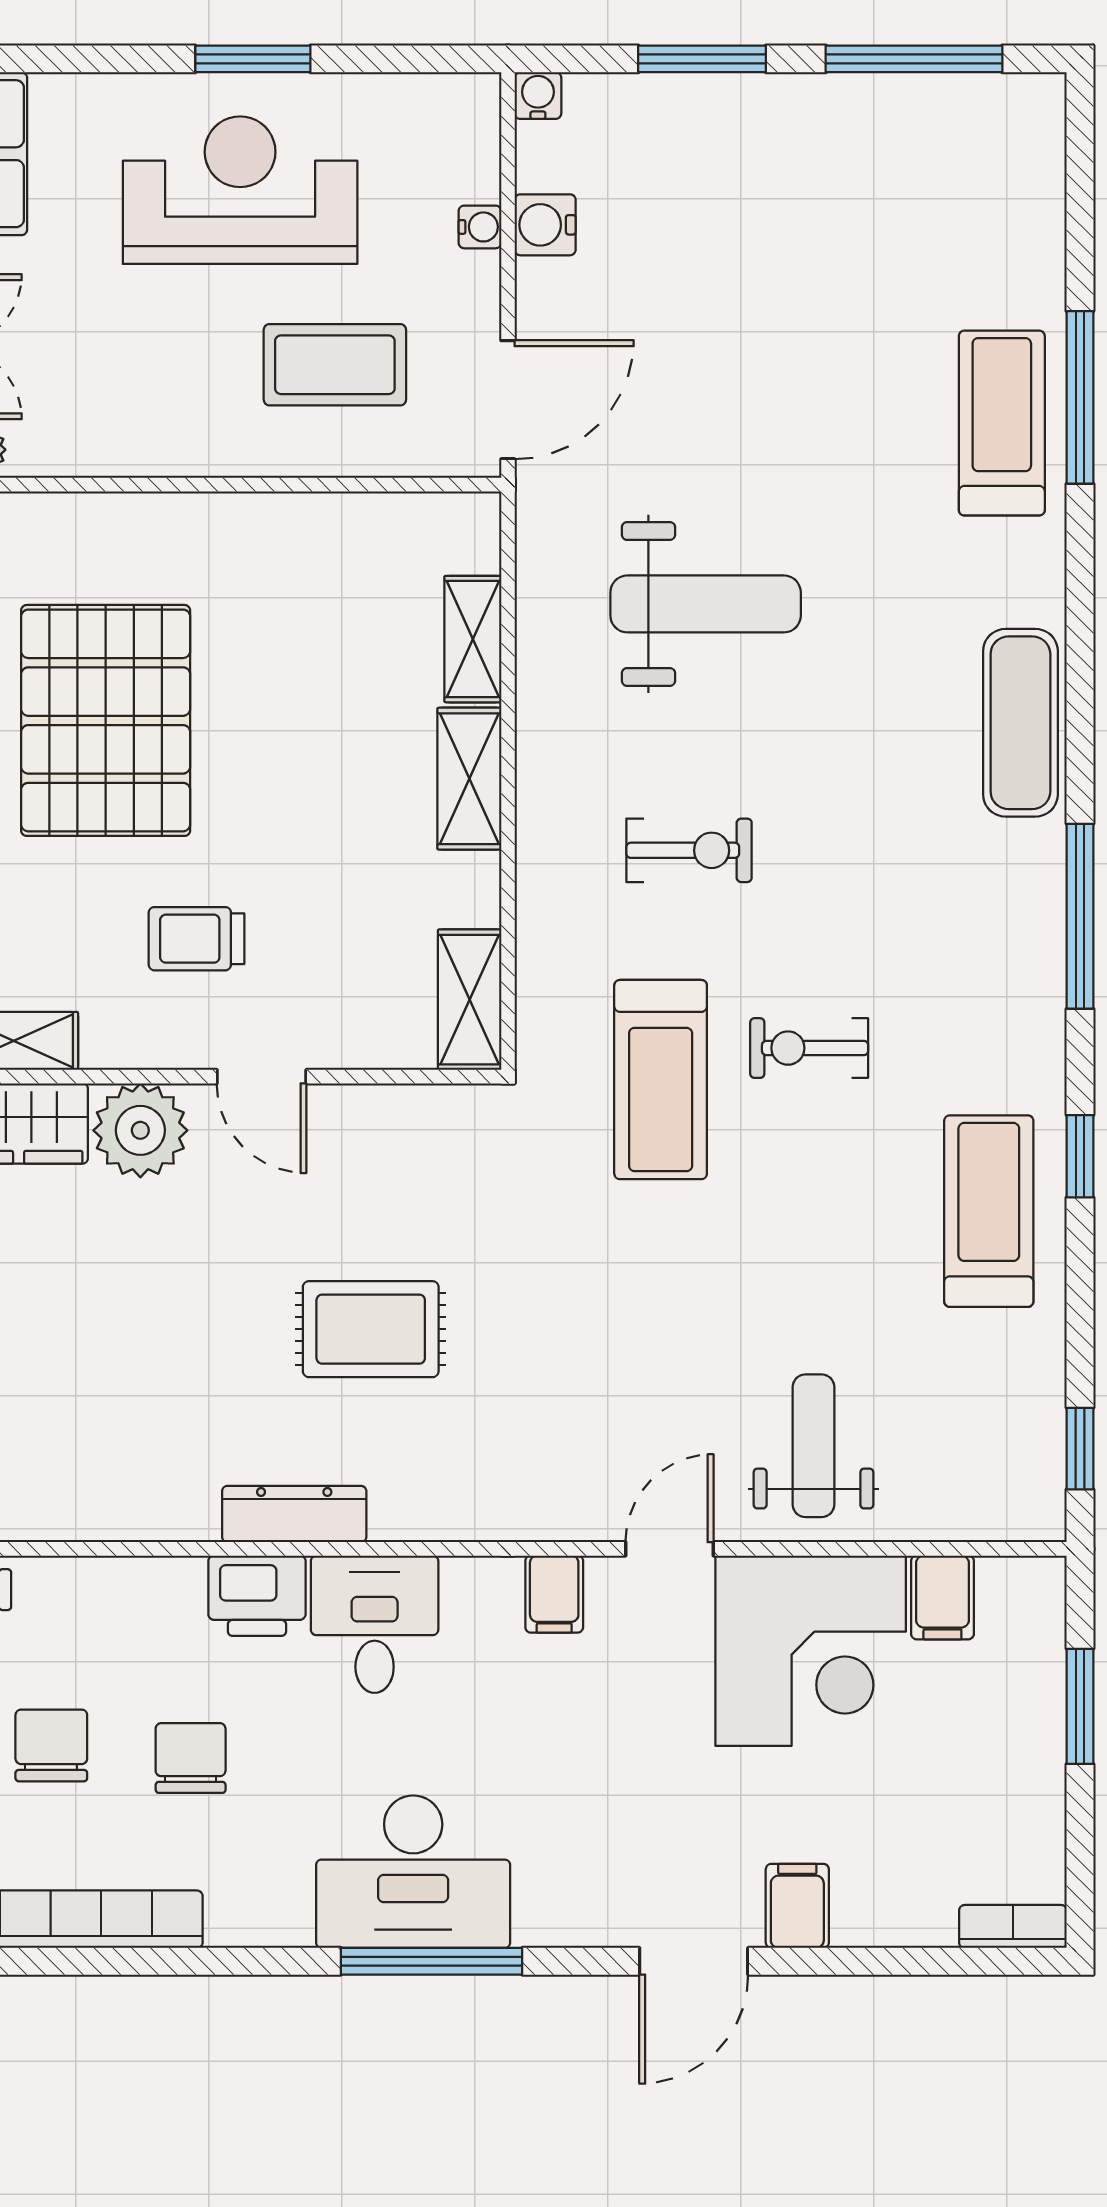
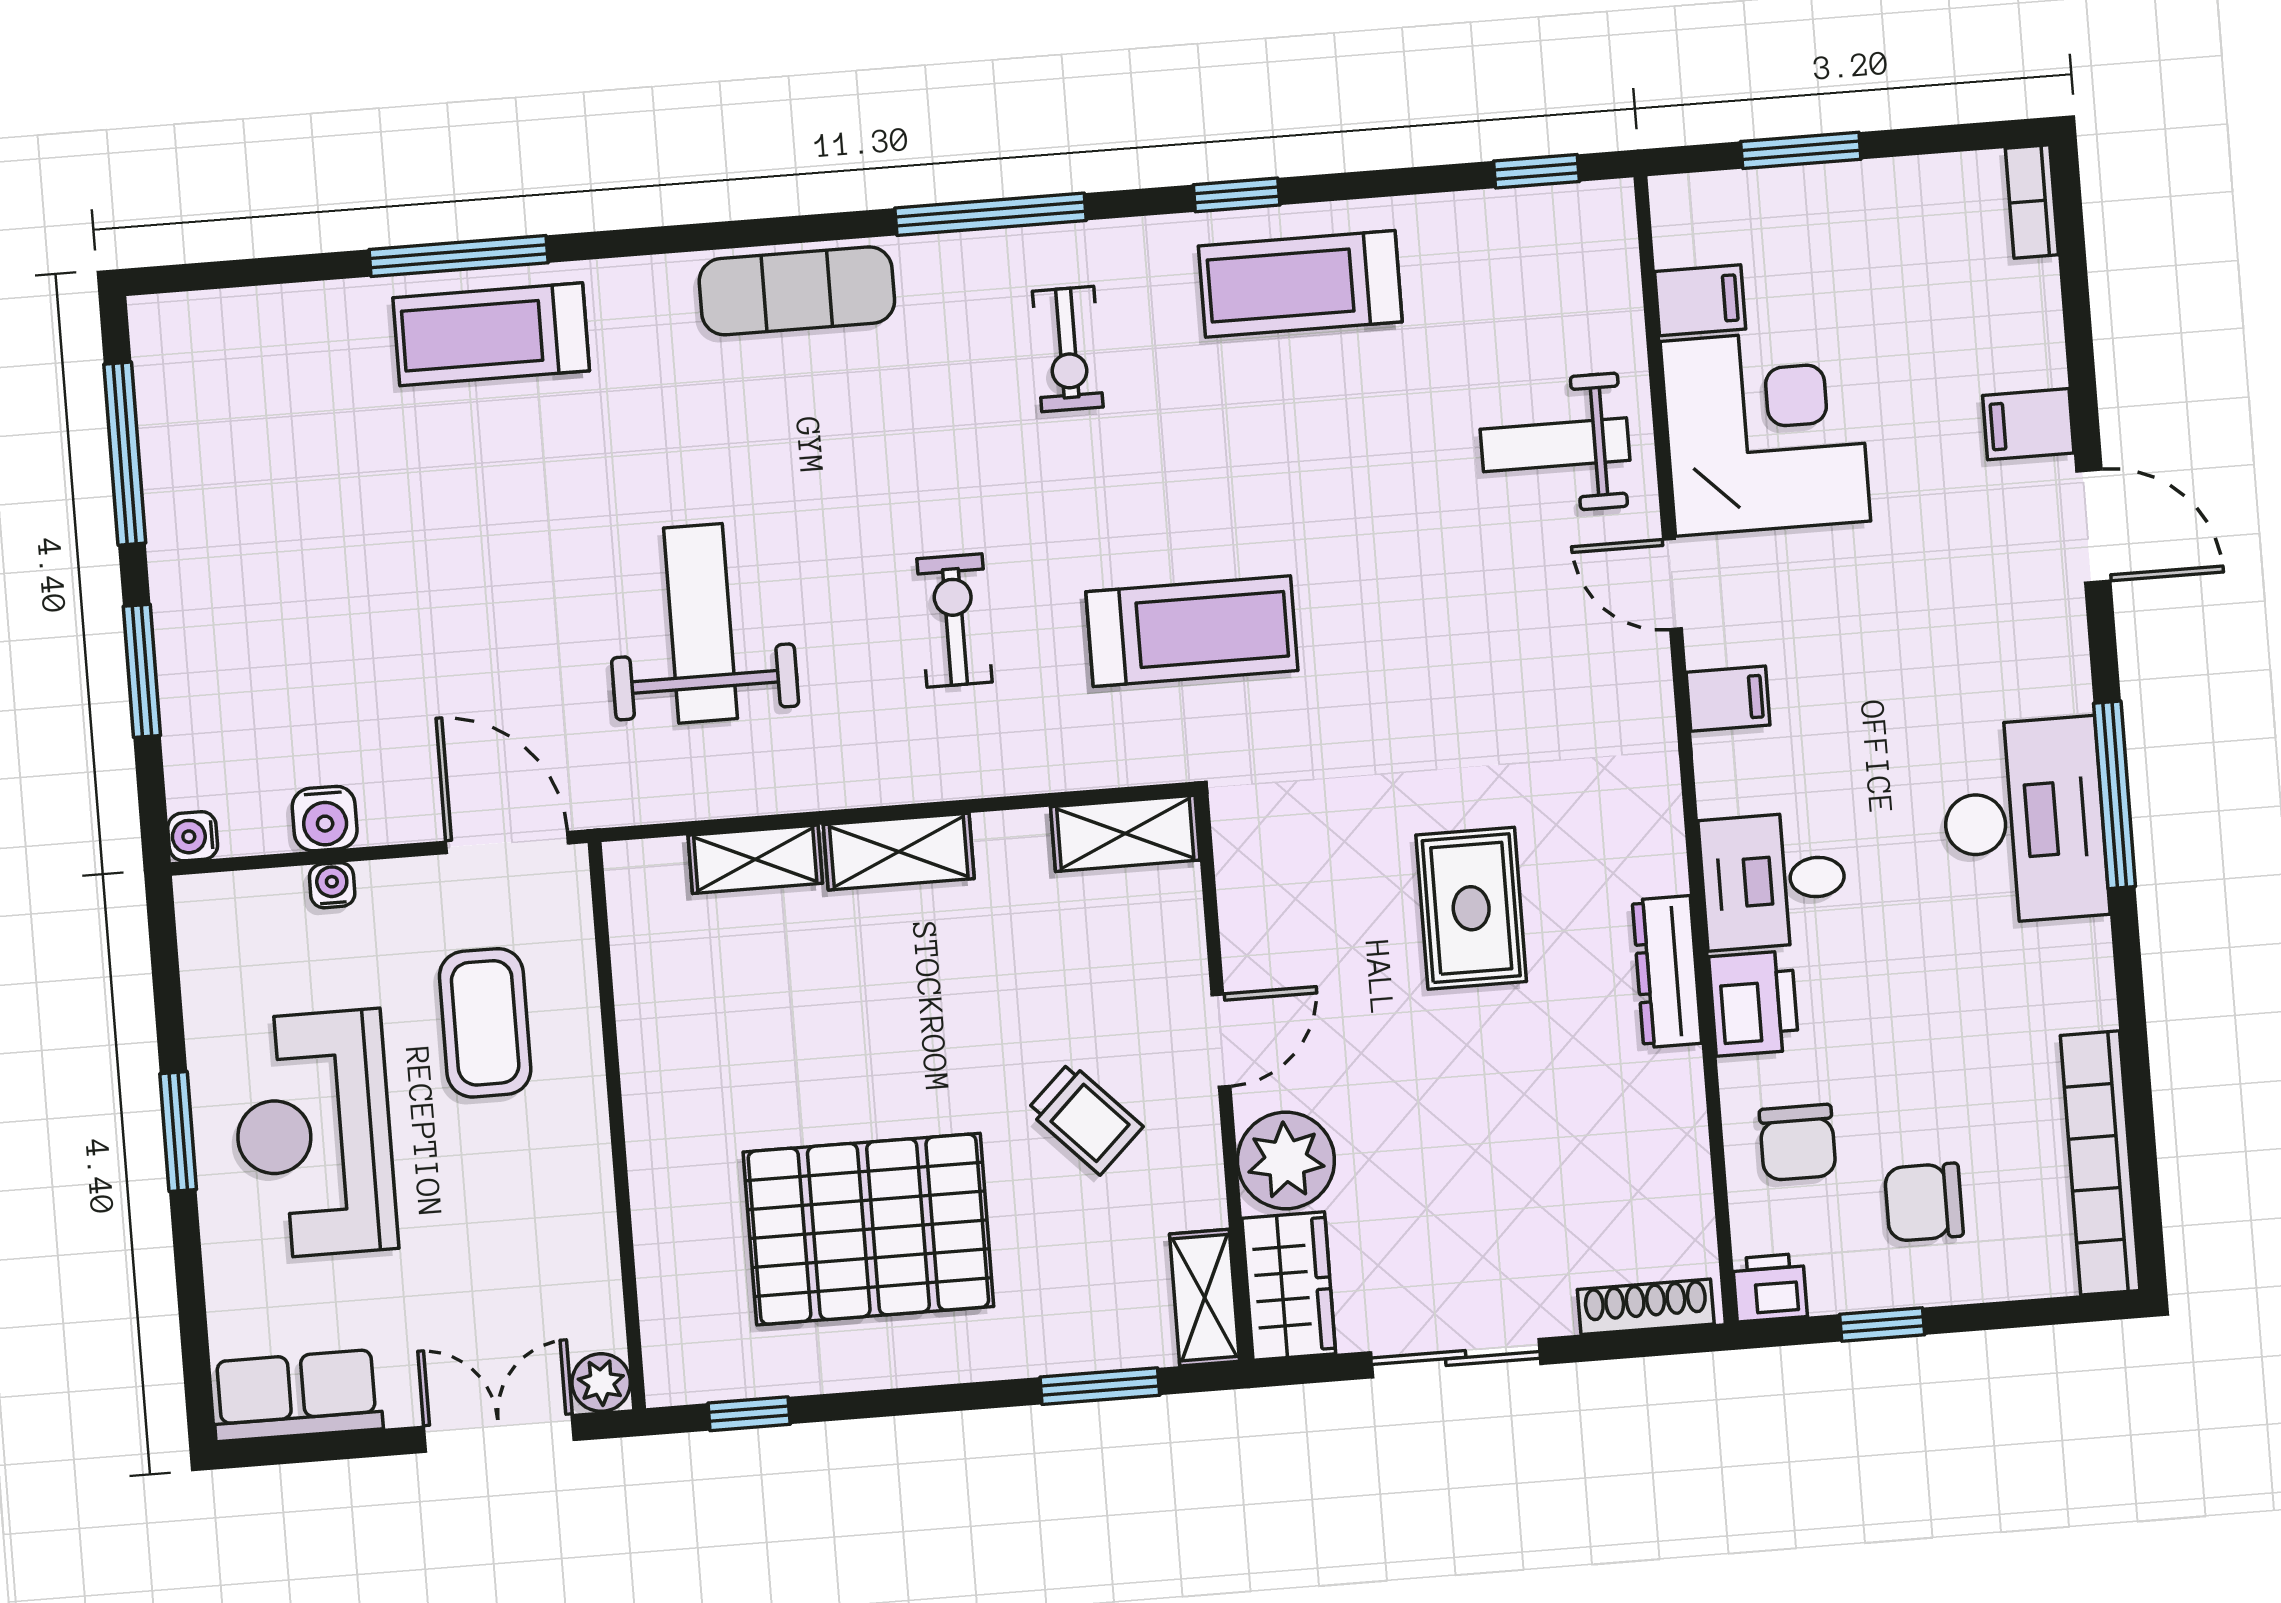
trolley: (197, 939) -> (1085, 1118), turned -44
exercise bike: (809, 1048) -> (1068, 349), moved
chair: (191, 1758) -> (1798, 1142), moved, turned -90

